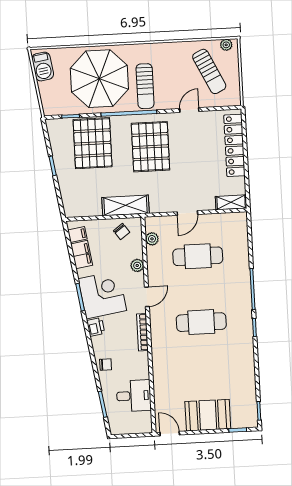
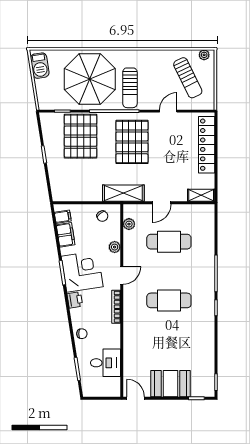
shelving: (126, 205) -> (123, 193), moved

